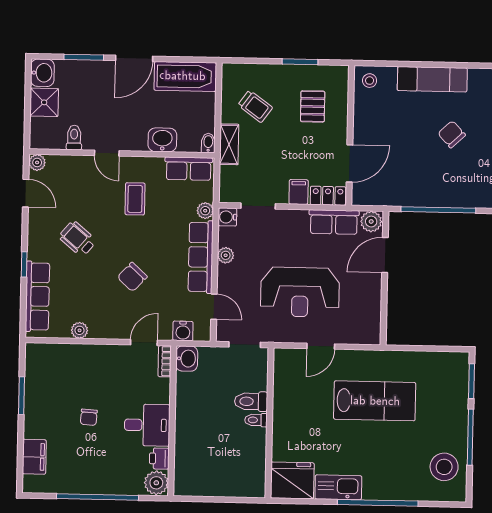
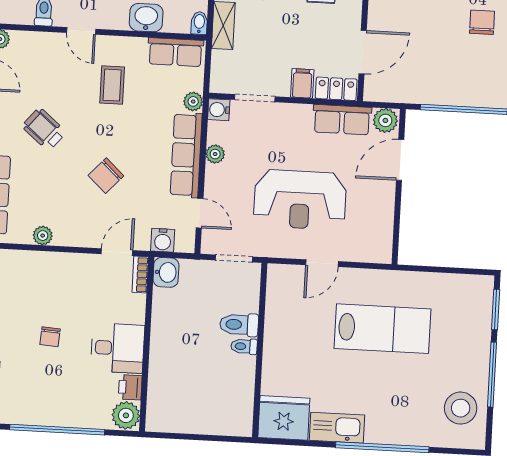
chair: (452, 134) -> (482, 22), turned 43

